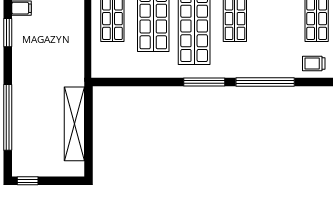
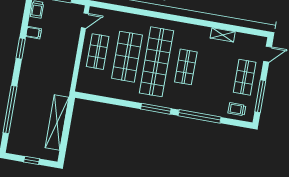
window: (28, 181) -> (32, 160), moved

